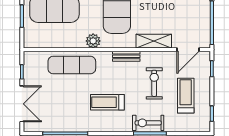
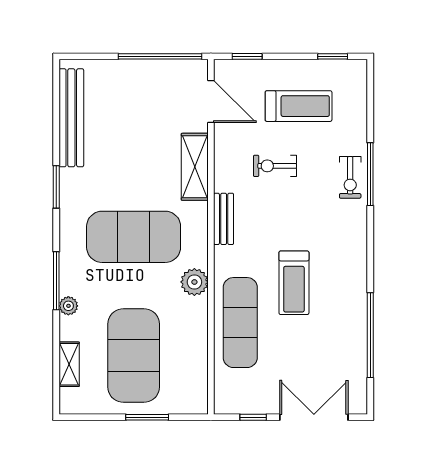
exercise bike: (154, 83) -> (275, 166), width x0.73, depth x0.72
treadmill: (186, 96) -> (299, 106), turned 180
treadmill: (107, 102) -> (294, 283), moved
exercise bike: (148, 123) -> (350, 177), width x0.73, depth x0.72

